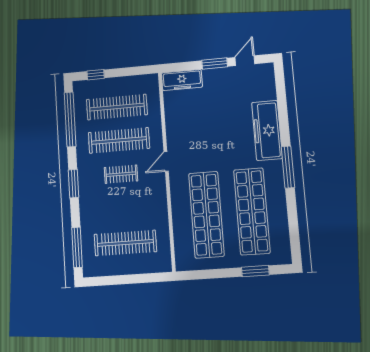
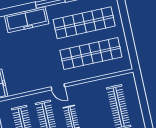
window: (255, 271) -> (124, 15), removed

